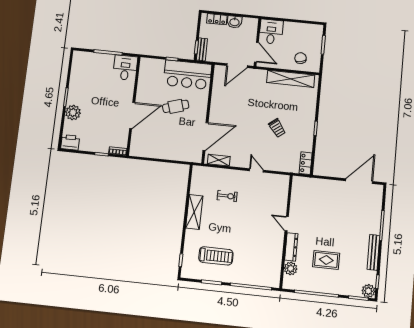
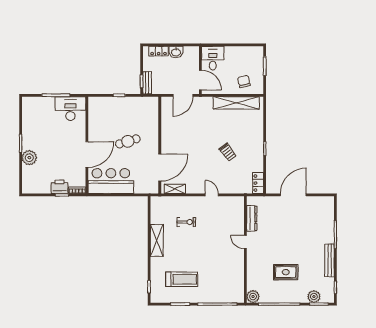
desk: (125, 68) -> (70, 109), width x1.37
bar counter: (187, 75) -> (111, 181), moved, turned 180
printer: (70, 142) -> (60, 187), moved
door: (359, 181) -> (293, 195), moved
dresser: (291, 247) -> (252, 218), moved
plant: (291, 268) -> (253, 297), moved
plant: (368, 291) -> (314, 297), moved

